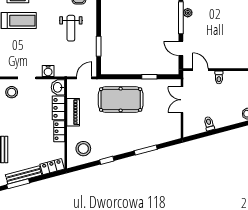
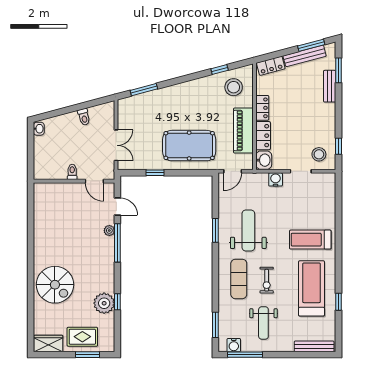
plant: (188, 13) -> (109, 231), moved
weight bench: (71, 28) -> (248, 231), width x1.36, depth x1.33
window: (99, 46) -> (215, 230), moved
piano: (73, 112) -> (243, 131), width x1.37, depth x1.33
window: (146, 150) -> (144, 90), moved
window: (107, 160) -> (220, 70), moved

